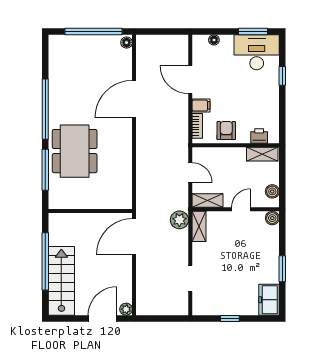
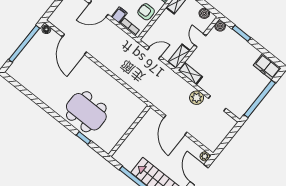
door: (134, 99) -> (74, 44), moved
window: (45, 109) -> (47, 109), removed
window: (45, 170) -> (83, 138), width x0.46
plant: (179, 220) -> (197, 98), moved
door: (134, 237) -> (175, 125), moved
window: (282, 269) -> (241, 33), moved
window: (230, 318) -> (260, 99), width x3.17

